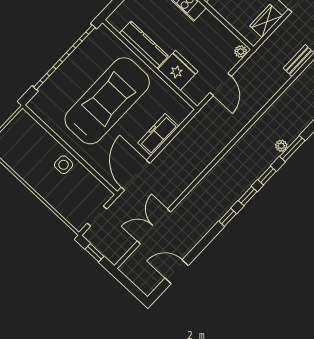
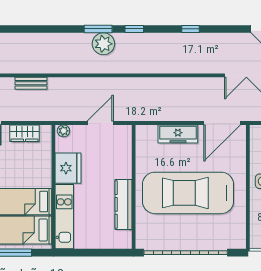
fridge: (178, 70) -> (68, 168), moved, turned 180
plant: (281, 146) -> (103, 44), width x1.87, depth x1.87
window: (248, 196) -> (162, 29), removed

